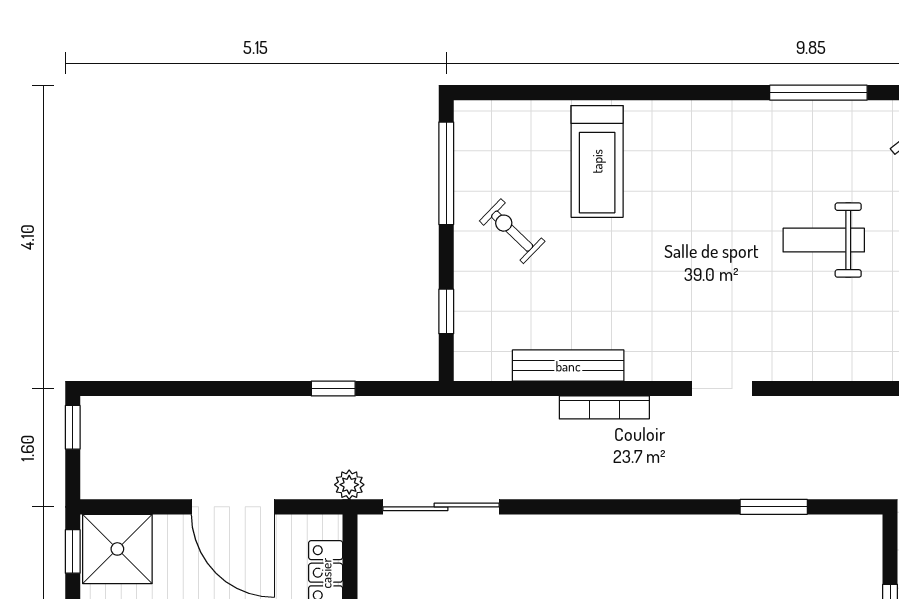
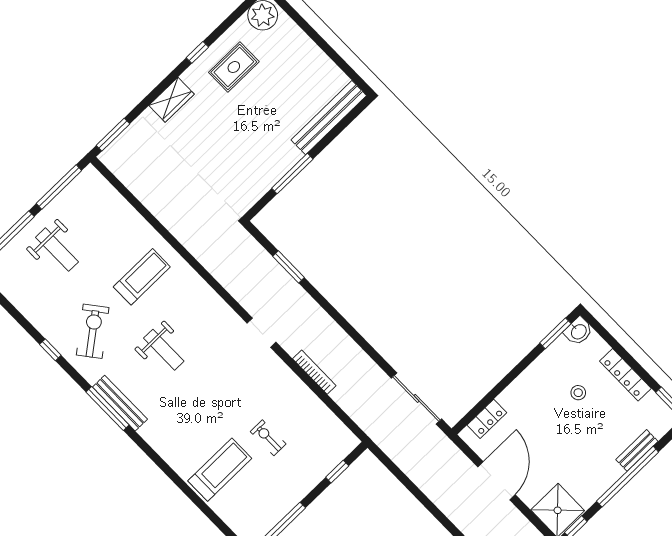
exercise bike: (512, 231) -> (268, 438), moved, turned 136
bench: (568, 366) -> (120, 403), moved
window: (333, 389) -> (411, 487), removed
plant: (349, 485) -> (443, 443), removed

